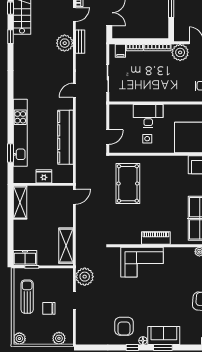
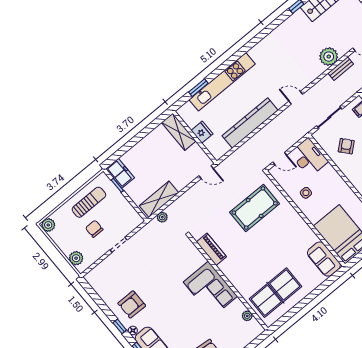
armchair: (138, 83) -> (346, 146), added
desk: (148, 116) -> (309, 157), moved
shelving: (20, 202) -> (179, 132), moved, turned 90
piano: (156, 238) -> (211, 249), moved
corner sofa: (142, 262) -> (210, 289), moved
plant: (85, 277) -> (162, 217), moved, width x0.53, depth x0.53

